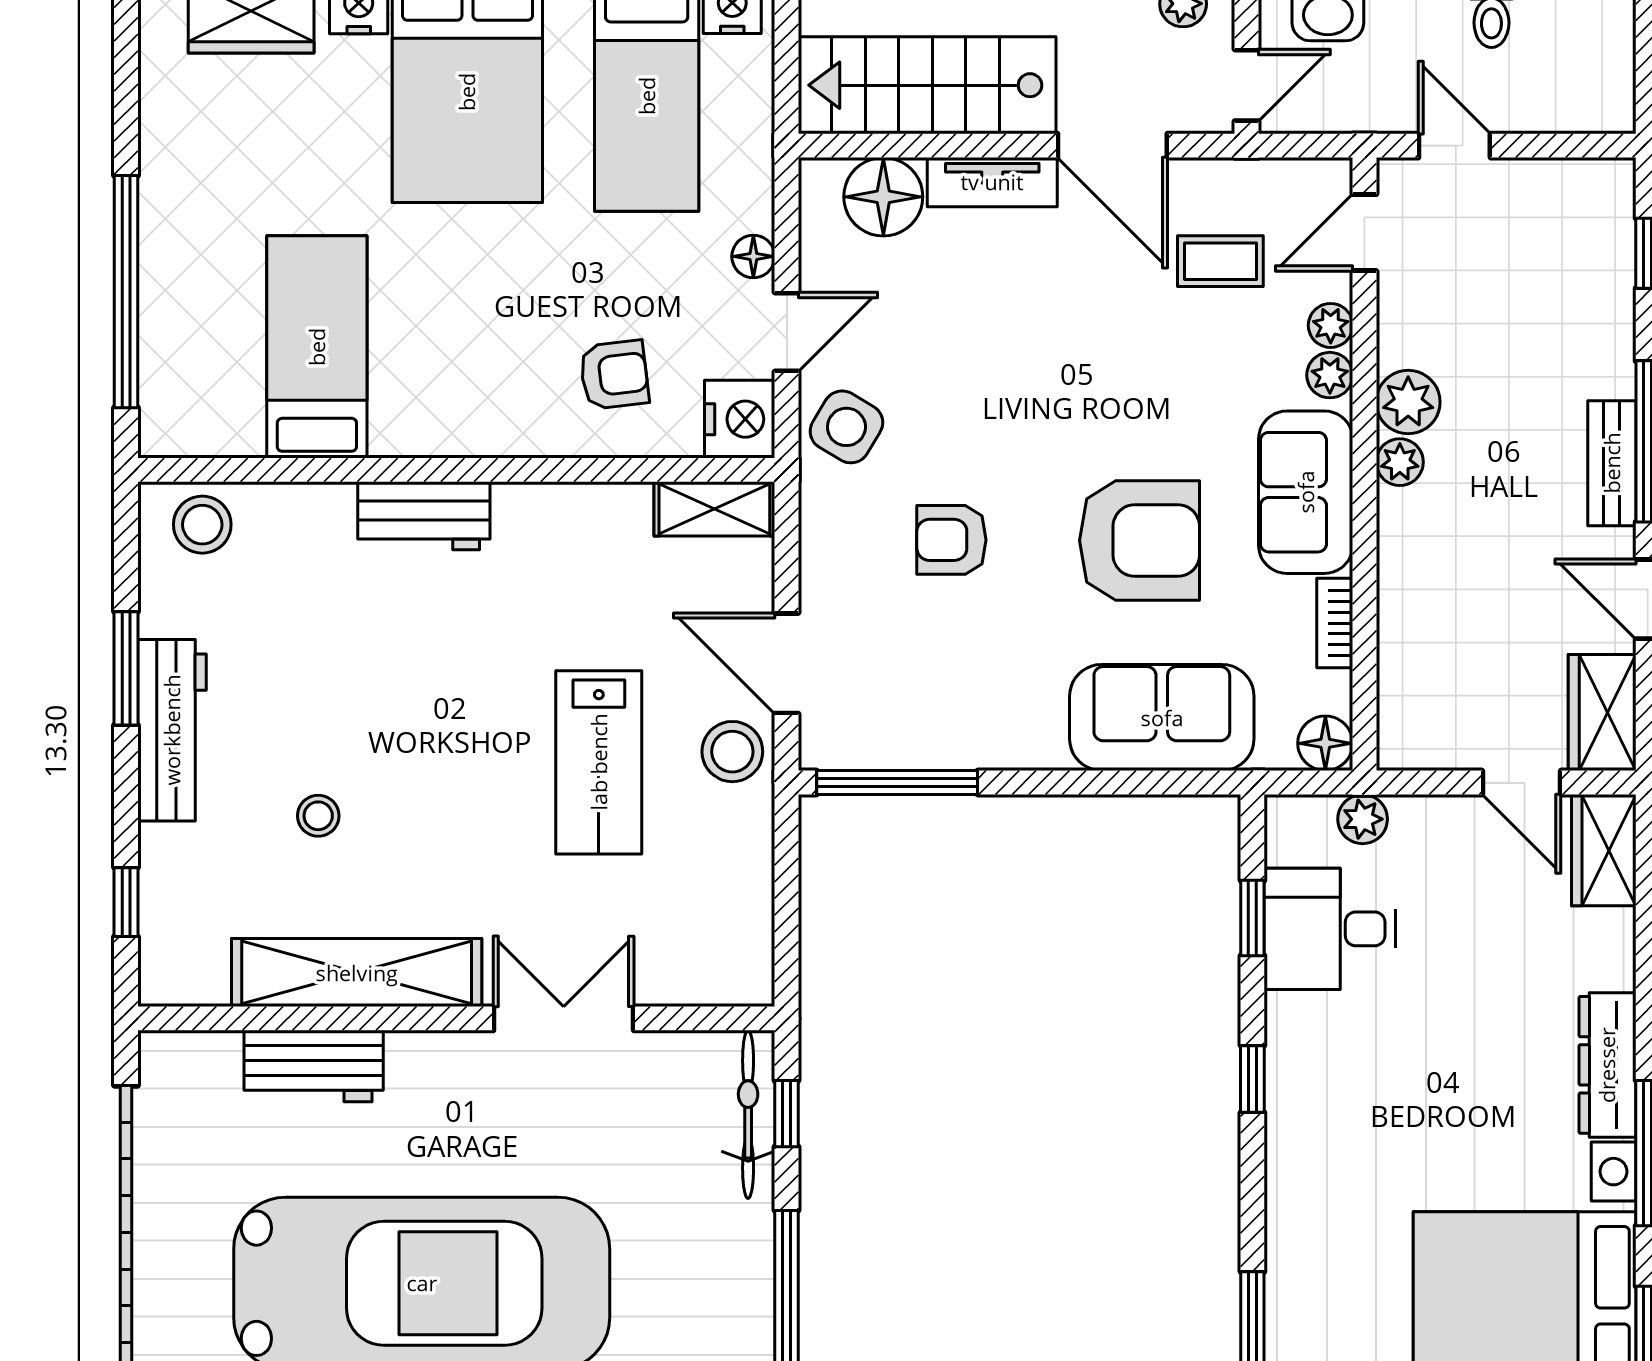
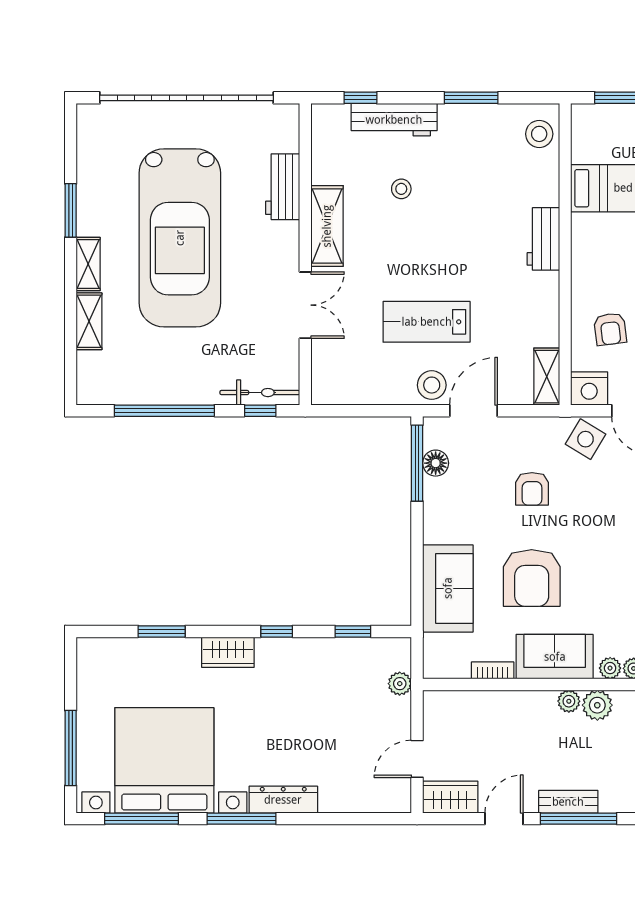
armchair: (951, 540) -> (532, 489), turned 180
workbench: (172, 730) -> (394, 120), moved
floor lamp: (1325, 743) -> (436, 463), moved
wardrobe: (1604, 850) -> (228, 652), moved, turned 180
desk: (1330, 929) -> (348, 668), removed
shelving: (357, 973) -> (327, 226), width x0.68

